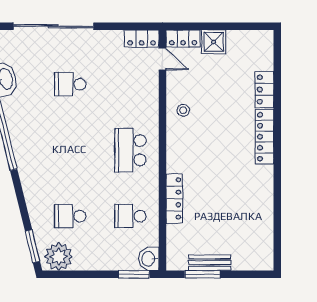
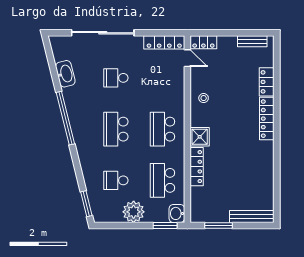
bench: (246, 37) -> (252, 41), added
locker: (142, 39) -> (164, 42), width x1.53
shower: (214, 42) -> (200, 137), moved
school desk: (70, 150) -> (116, 129), added
school desk: (130, 216) -> (162, 180), width x1.85
plant: (59, 257) -> (134, 212), moved
bench: (210, 263) -> (252, 216), moved, width x1.36

